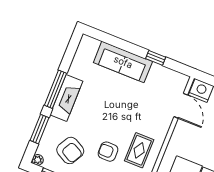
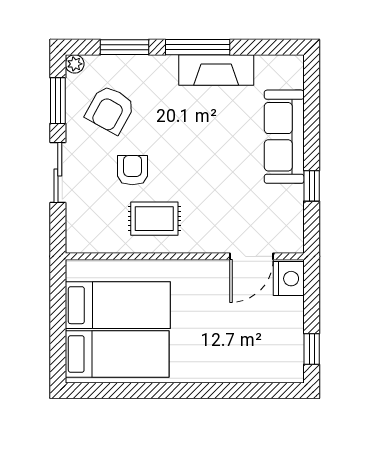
fireplace: (66, 98) -> (216, 70), moved

